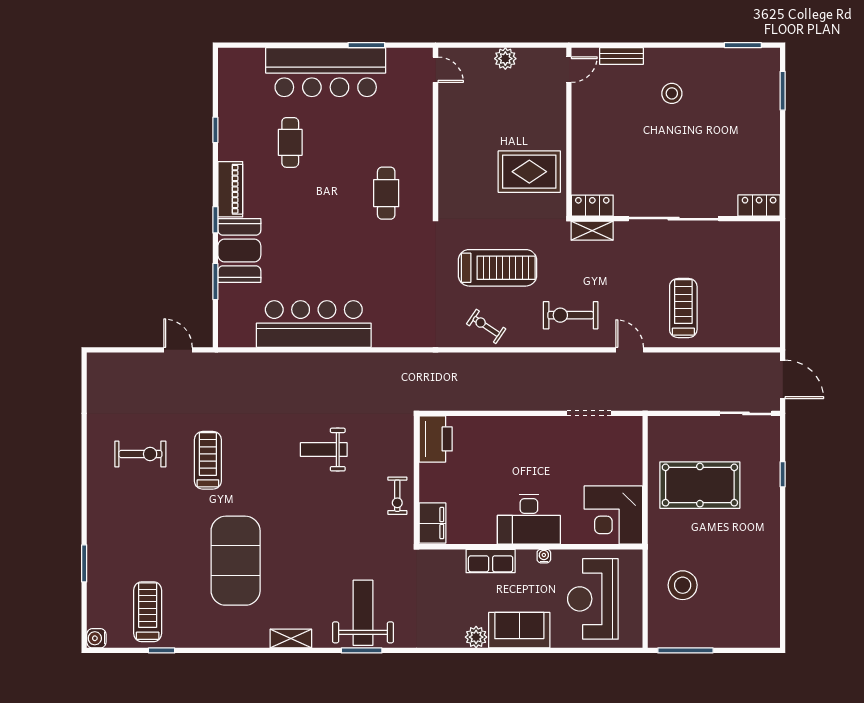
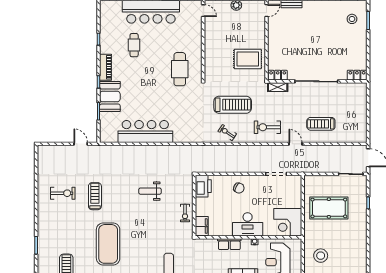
stool: (672, 93) -> (352, 19), moved
cafe table: (386, 193) -> (180, 69), width x1.37, depth x1.35
treadmill: (683, 308) -> (321, 124), turned -90
chair: (511, 443) -> (239, 188), added

